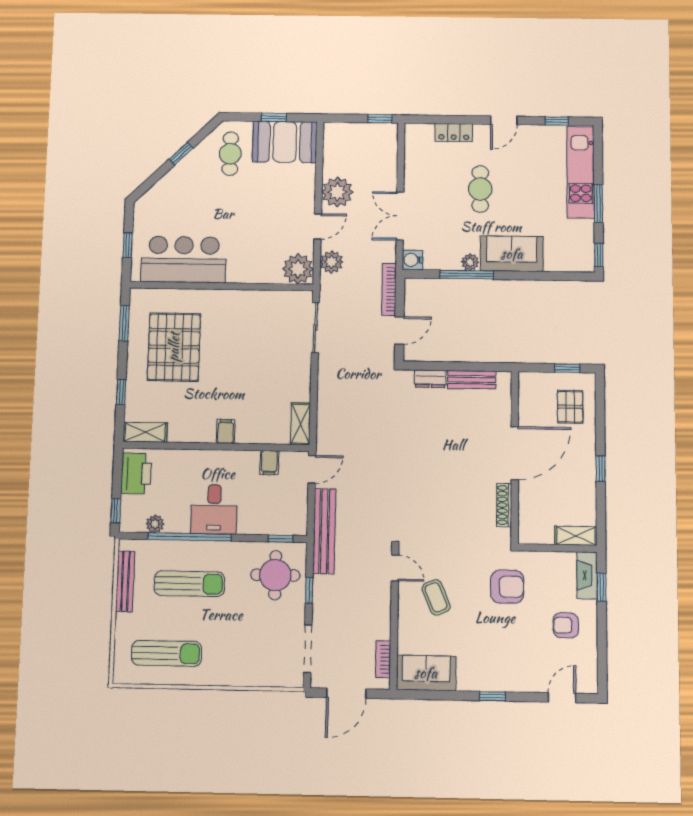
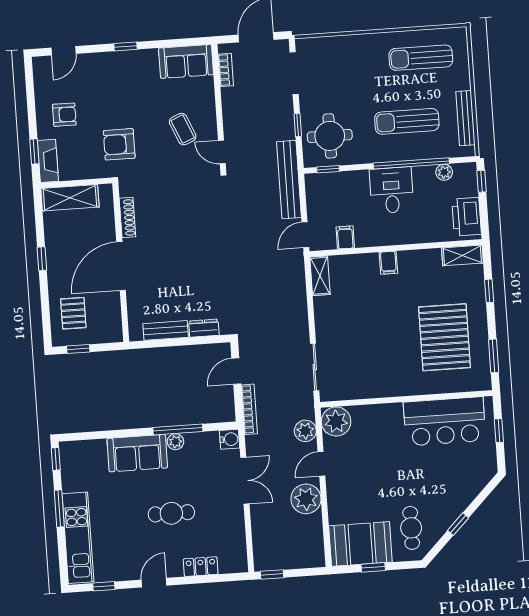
cafe table: (480, 189) -> (171, 513), turned 90
shelving: (576, 536) -> (70, 198), width x1.50, depth x1.33

